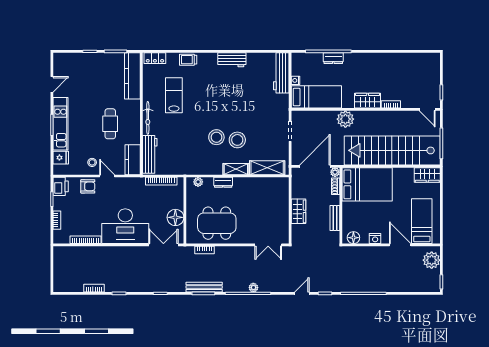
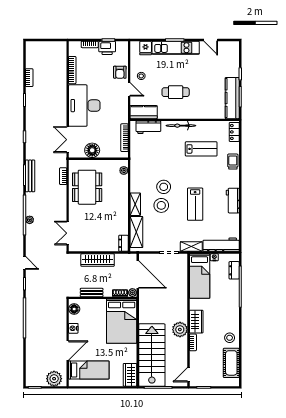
dresser: (333, 58) -> (234, 270), moved
cot: (414, 61) -> (231, 363), added
stool: (386, 63) -> (230, 338), added
kitchen counter: (132, 76) -> (232, 98), moved, turned -90
lab bench: (236, 102) -> (195, 204), added
shelving: (283, 106) -> (191, 247), added
plant: (345, 119) -> (180, 330), moved
stairs: (392, 150) -> (152, 355), width x0.73
workbench: (150, 154) -> (148, 127), width x0.73
door: (107, 176) -> (129, 89), hinge flipped
dresser: (223, 182) -> (123, 243), moved
printer: (61, 186) -> (107, 48), moved
wardrobe: (299, 211) -> (98, 260), width x1.50
double door: (163, 245) -> (68, 140), swing flipped

